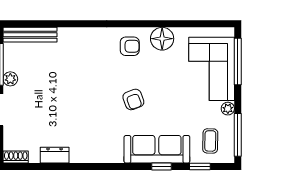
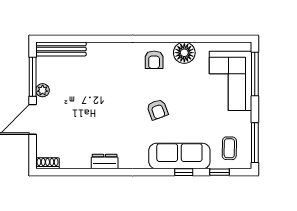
armchair: (130, 46) -> (154, 60), turned 90
plant: (228, 109) -> (246, 118), removed
dresser: (55, 155) -> (105, 162), moved

